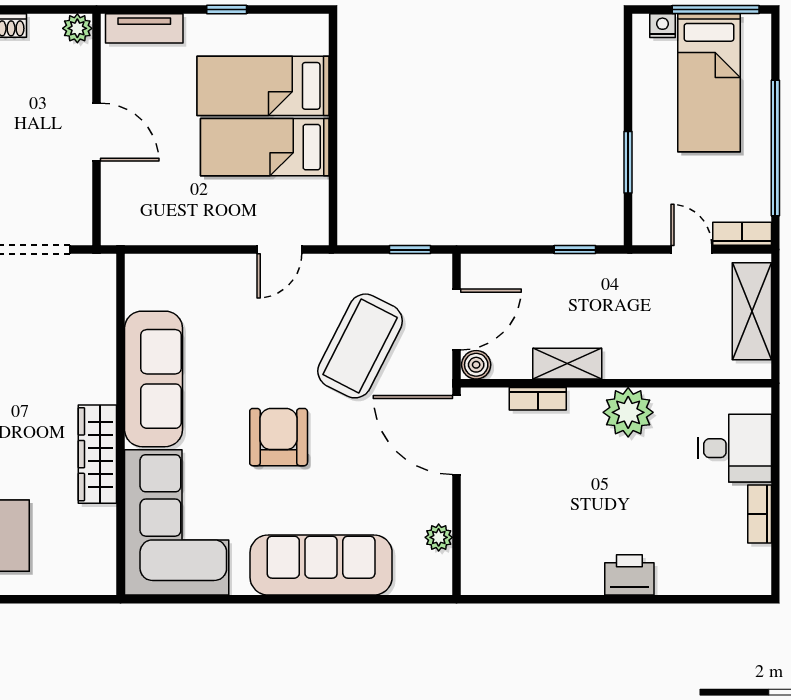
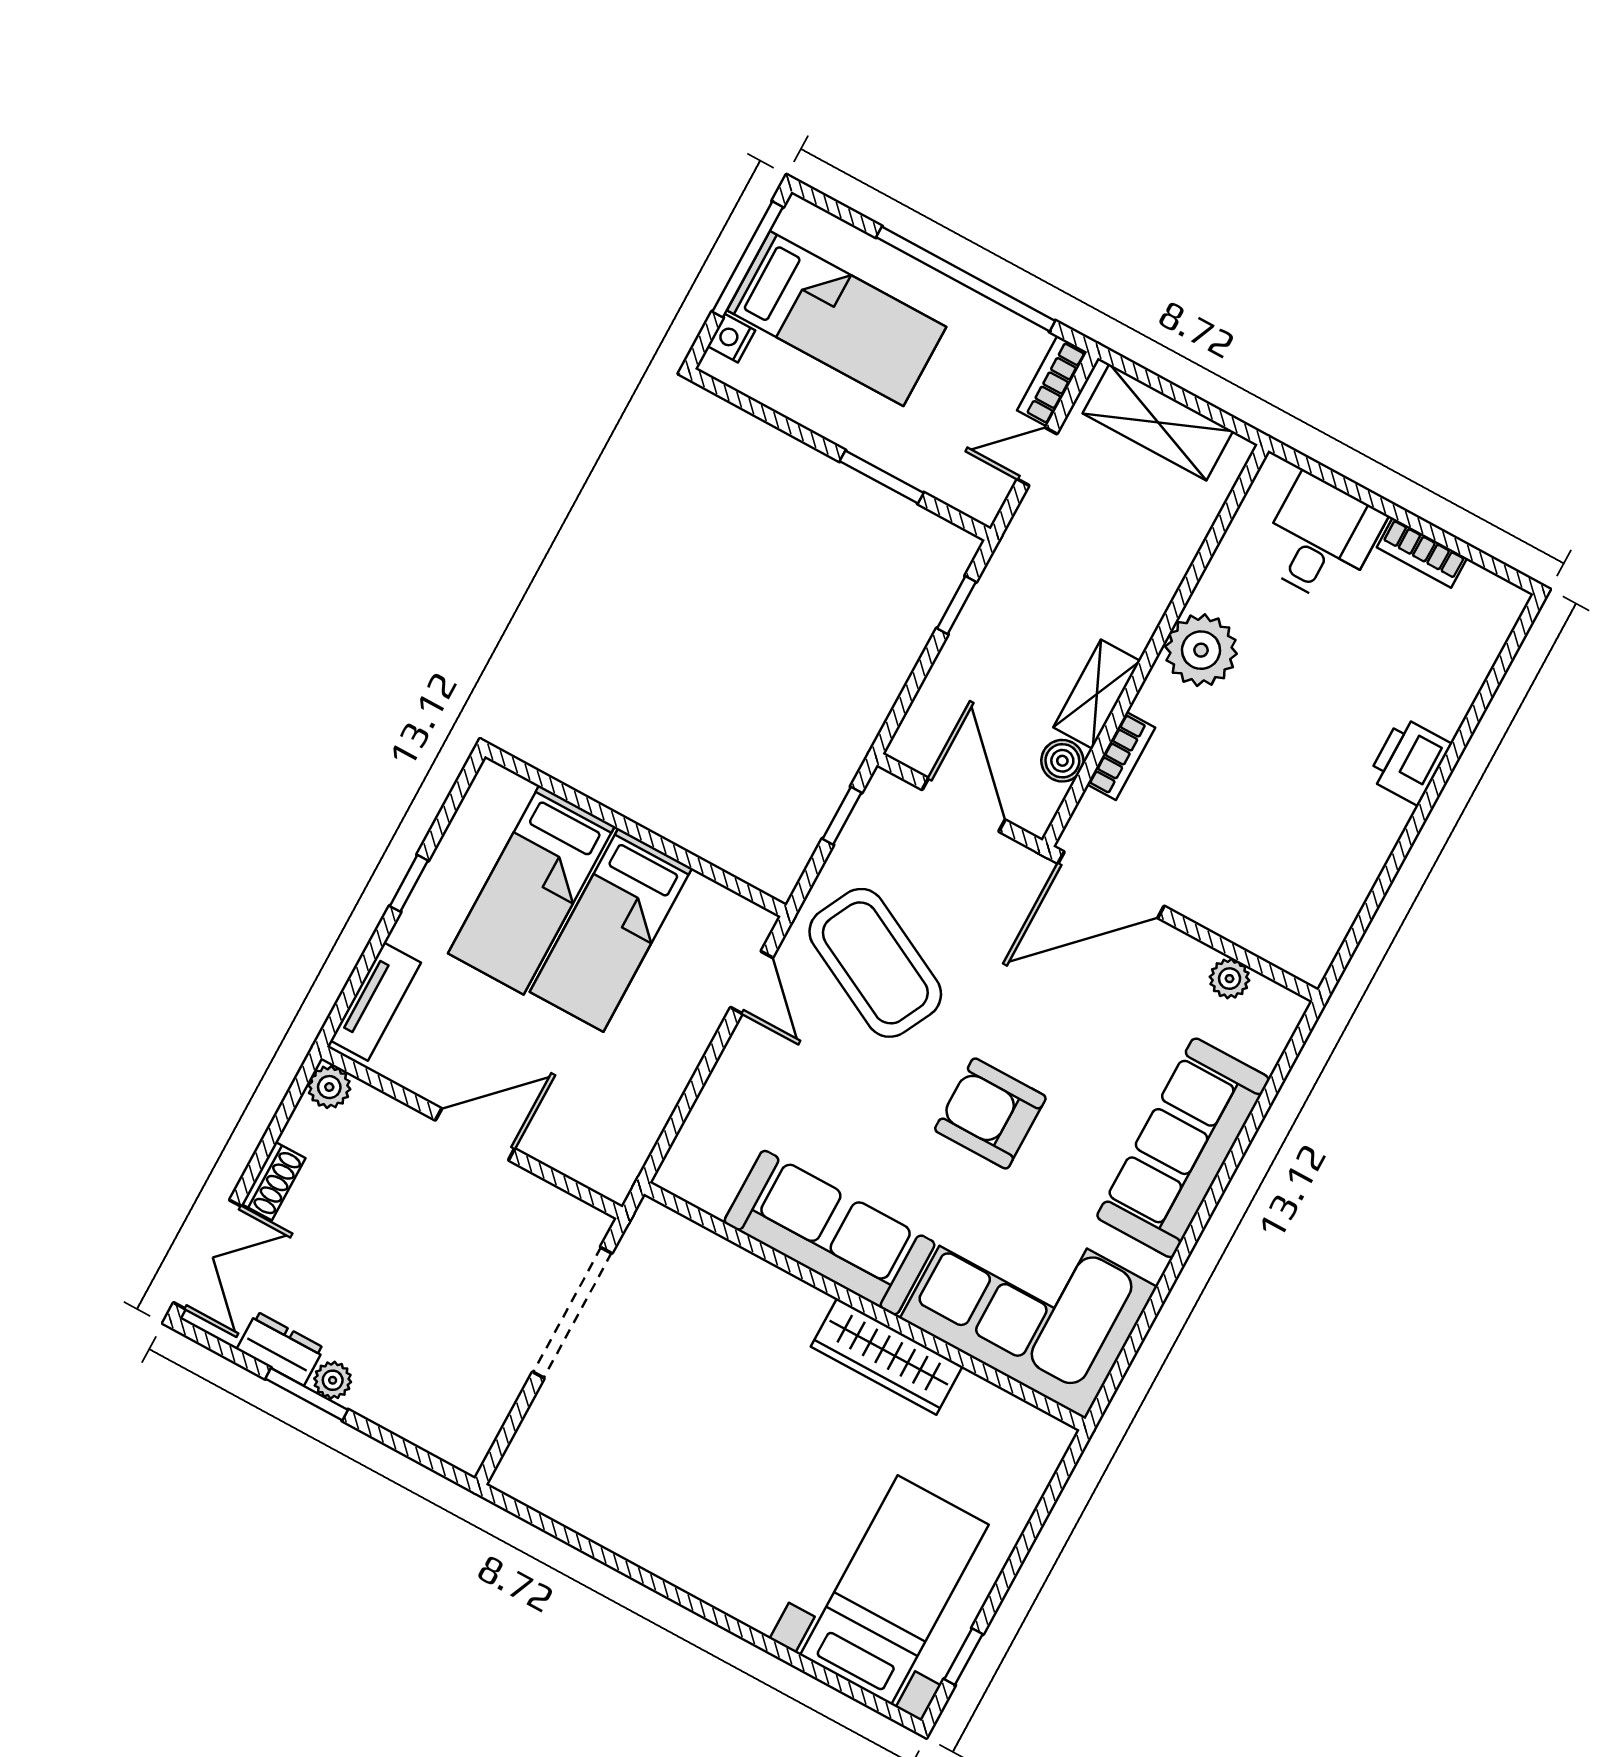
coffee table: (360, 346) -> (875, 963), moved
boiler: (476, 365) -> (1062, 761), moved

